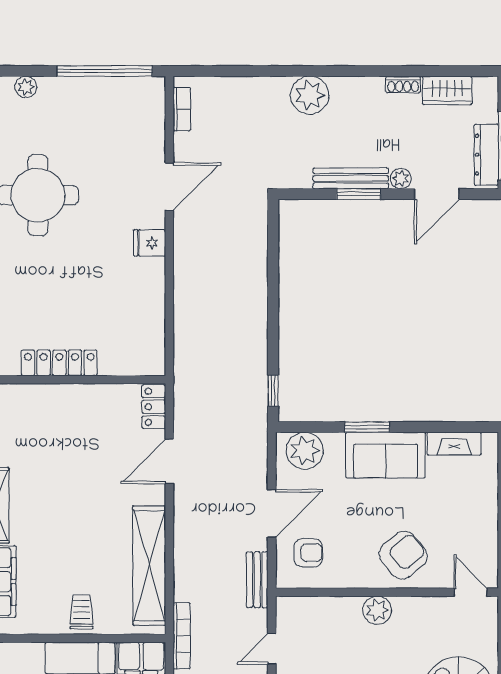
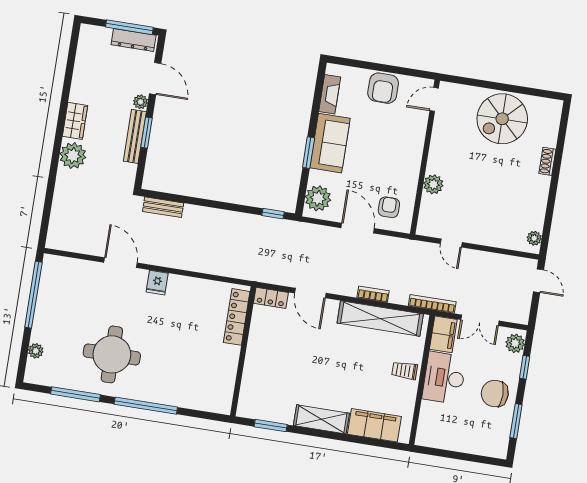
shoe rack: (403, 85) -> (76, 90), removed
wardrobe: (447, 90) -> (75, 121), moved
bookcase: (182, 109) -> (373, 294), moved
locker: (59, 363) -> (237, 317), moved
armchair: (403, 555) -> (383, 88), moved, turned -141
bench: (257, 580) -> (163, 207), moved
plant: (377, 610) -> (433, 184), moved

